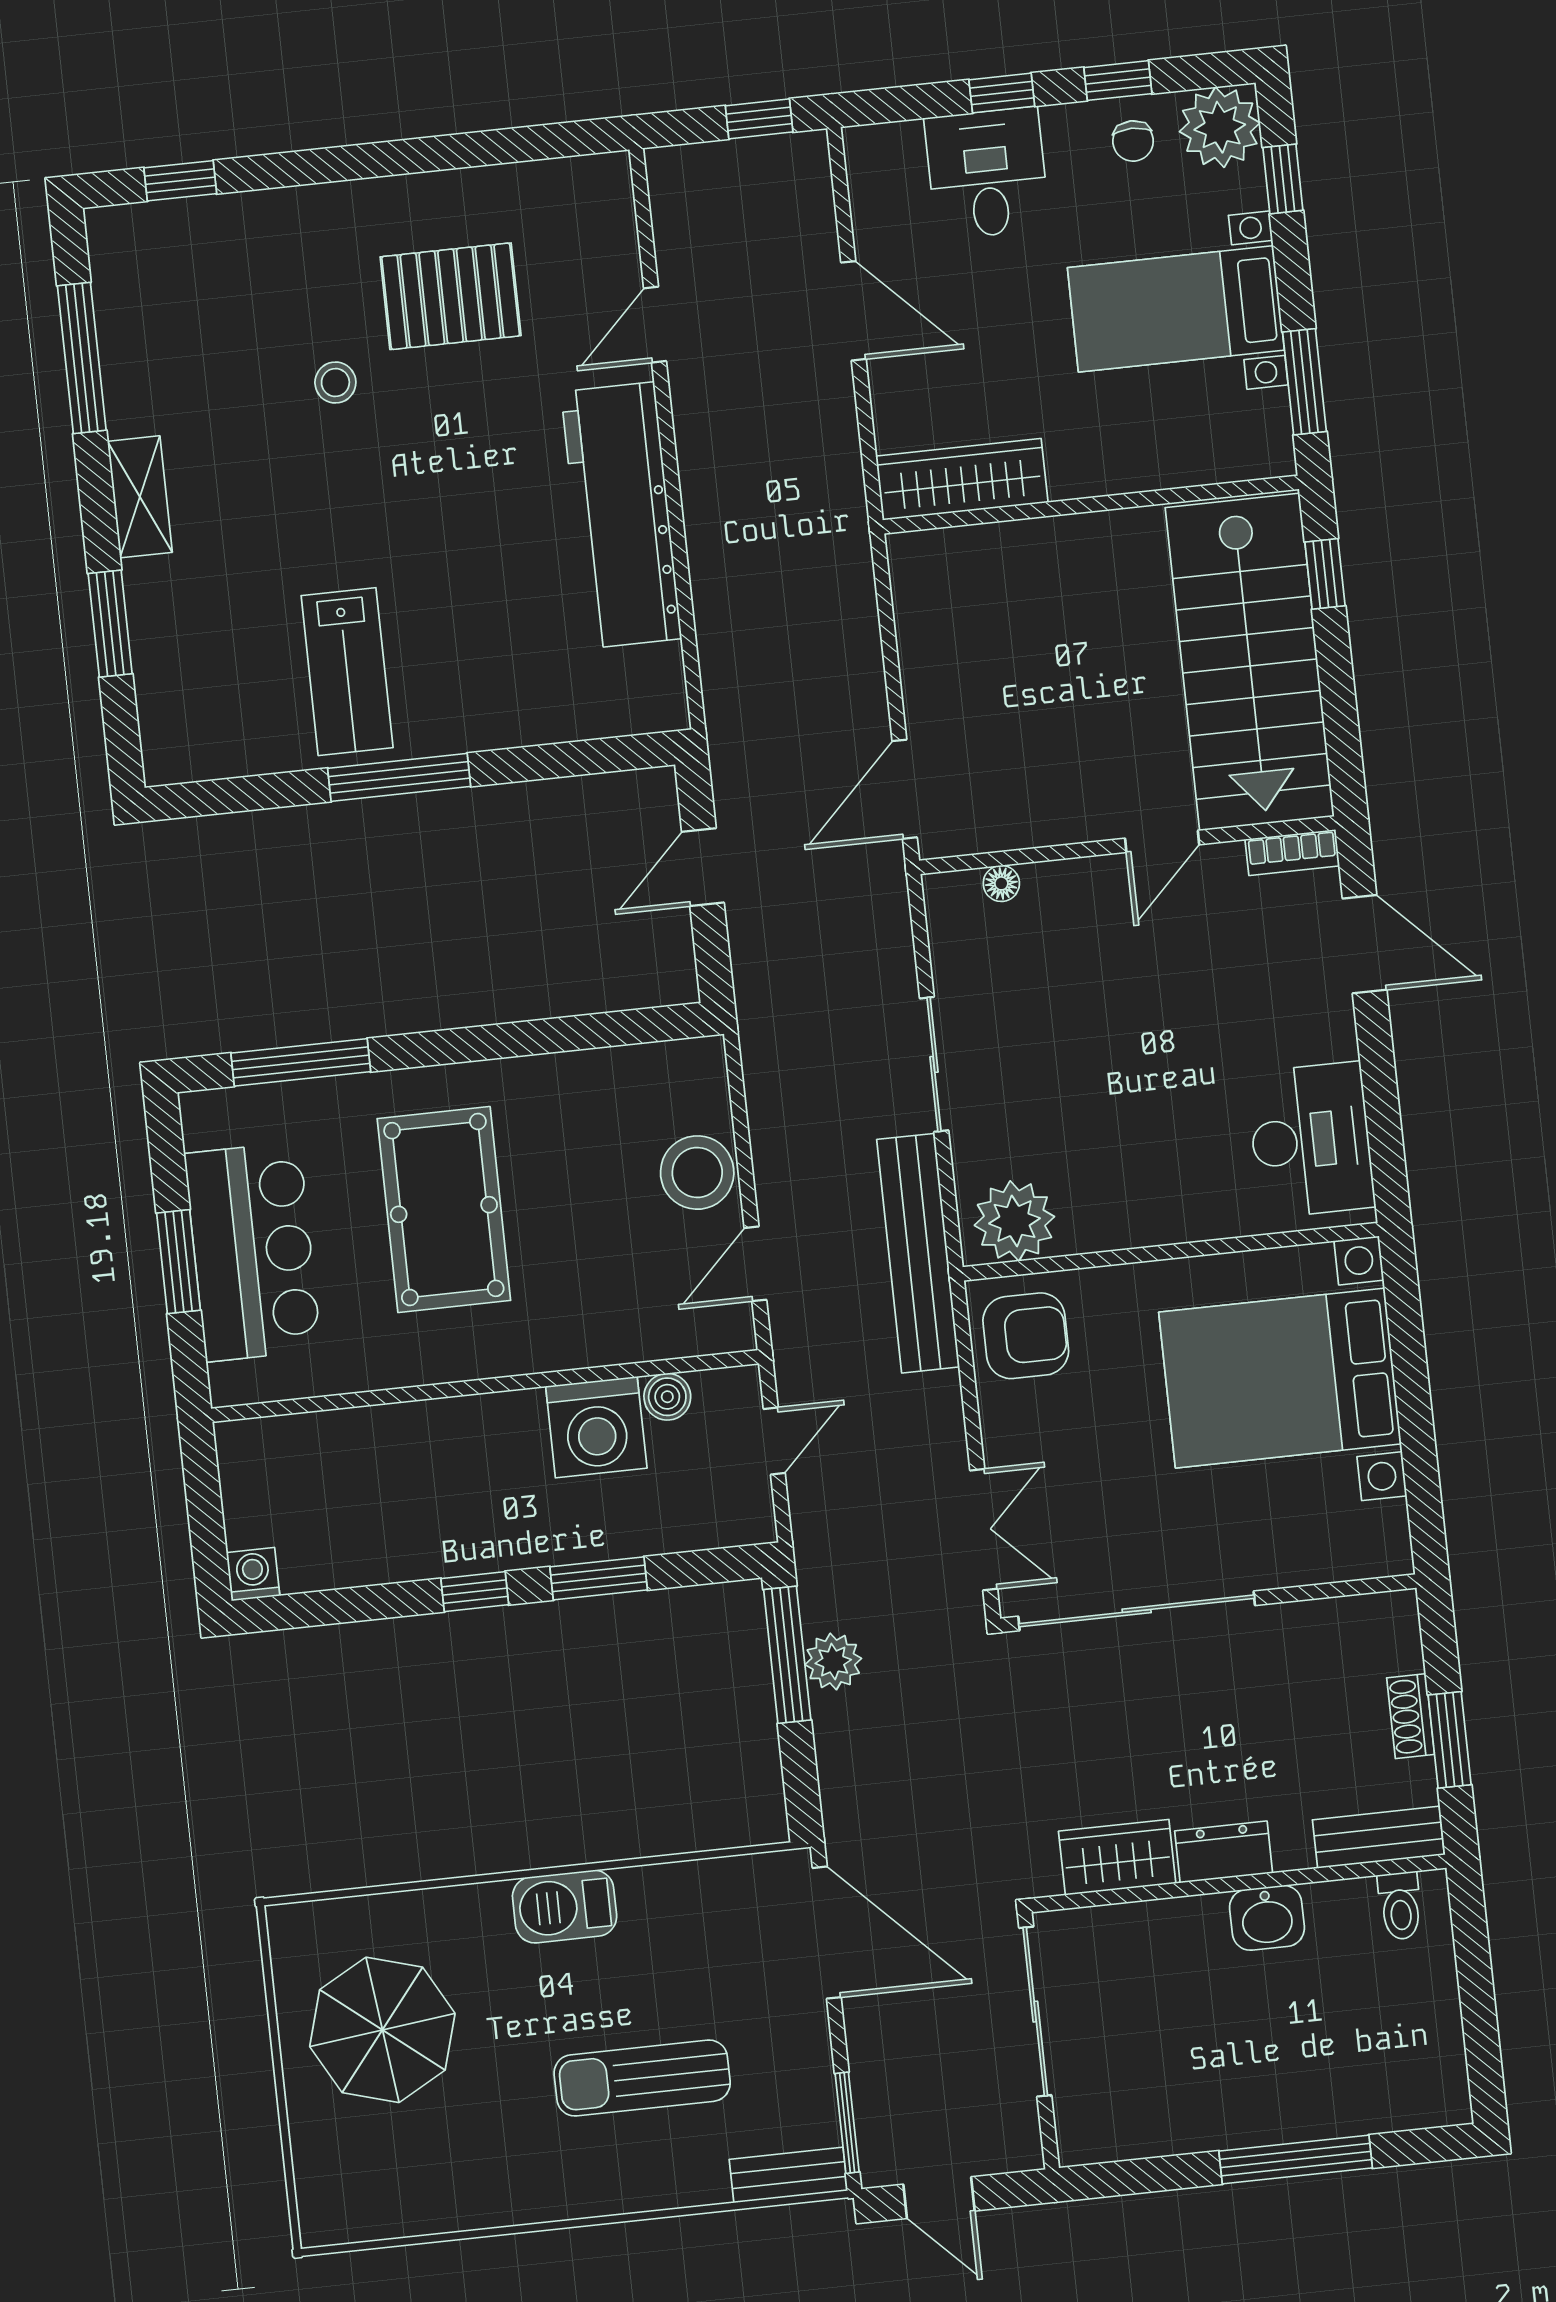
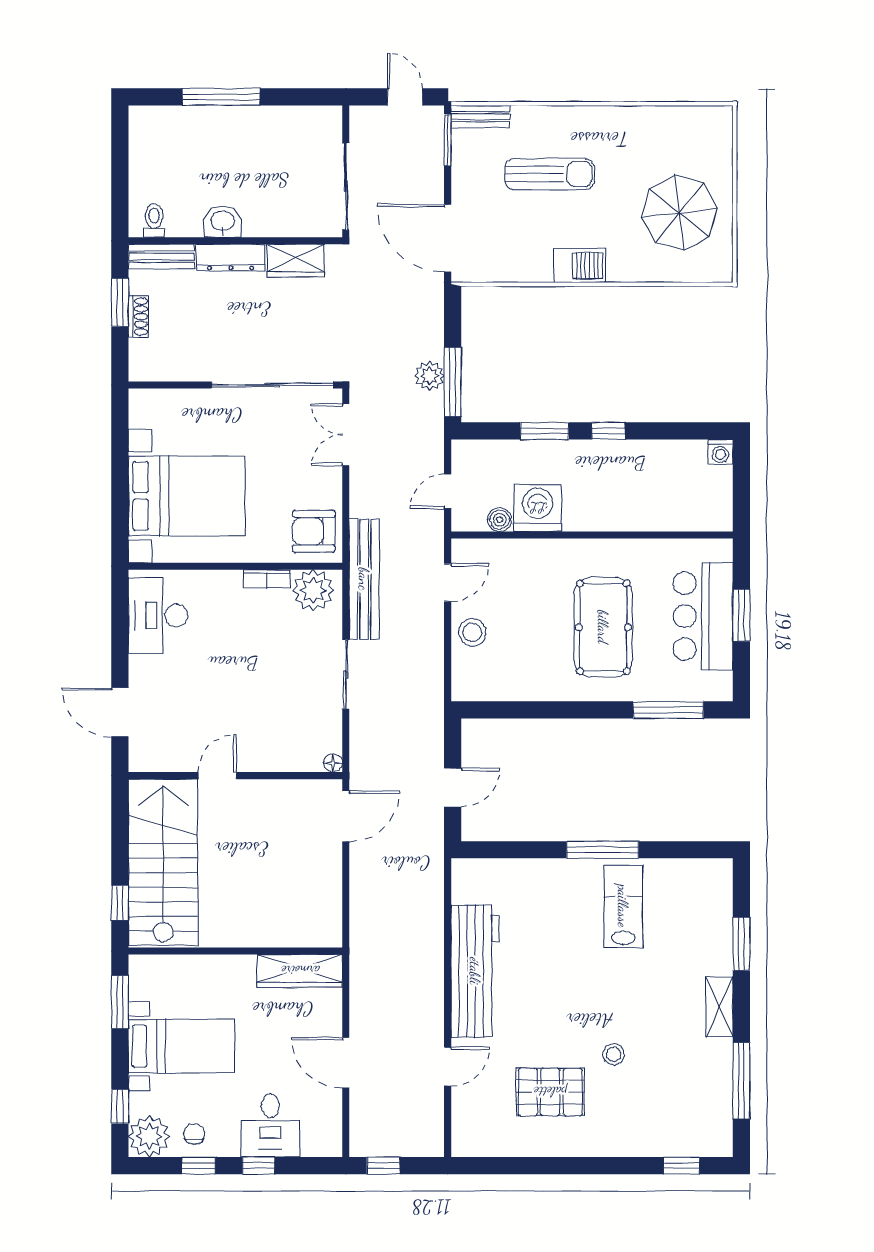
bookcase: (1292, 853) -> (267, 579), moved, turned 180
floor lamp: (1001, 883) -> (333, 763), moved
stool: (697, 1173) -> (472, 632), width x0.73, depth x0.73
dresser: (1224, 1852) -> (231, 258), width x1.44

